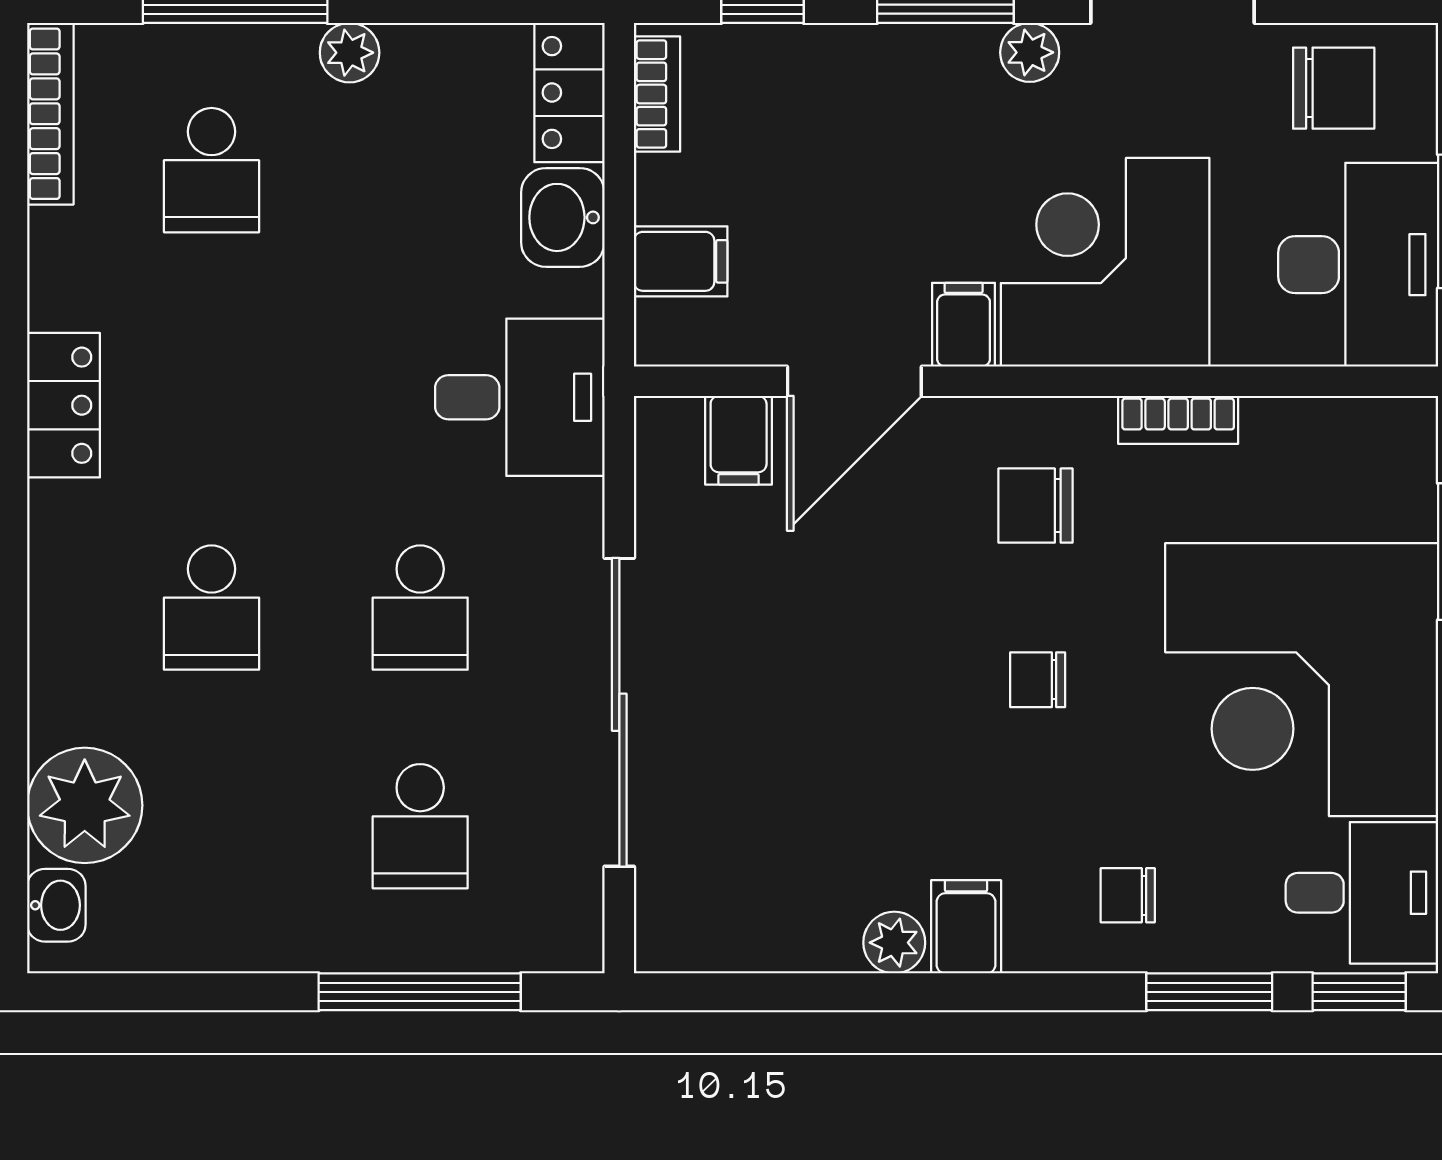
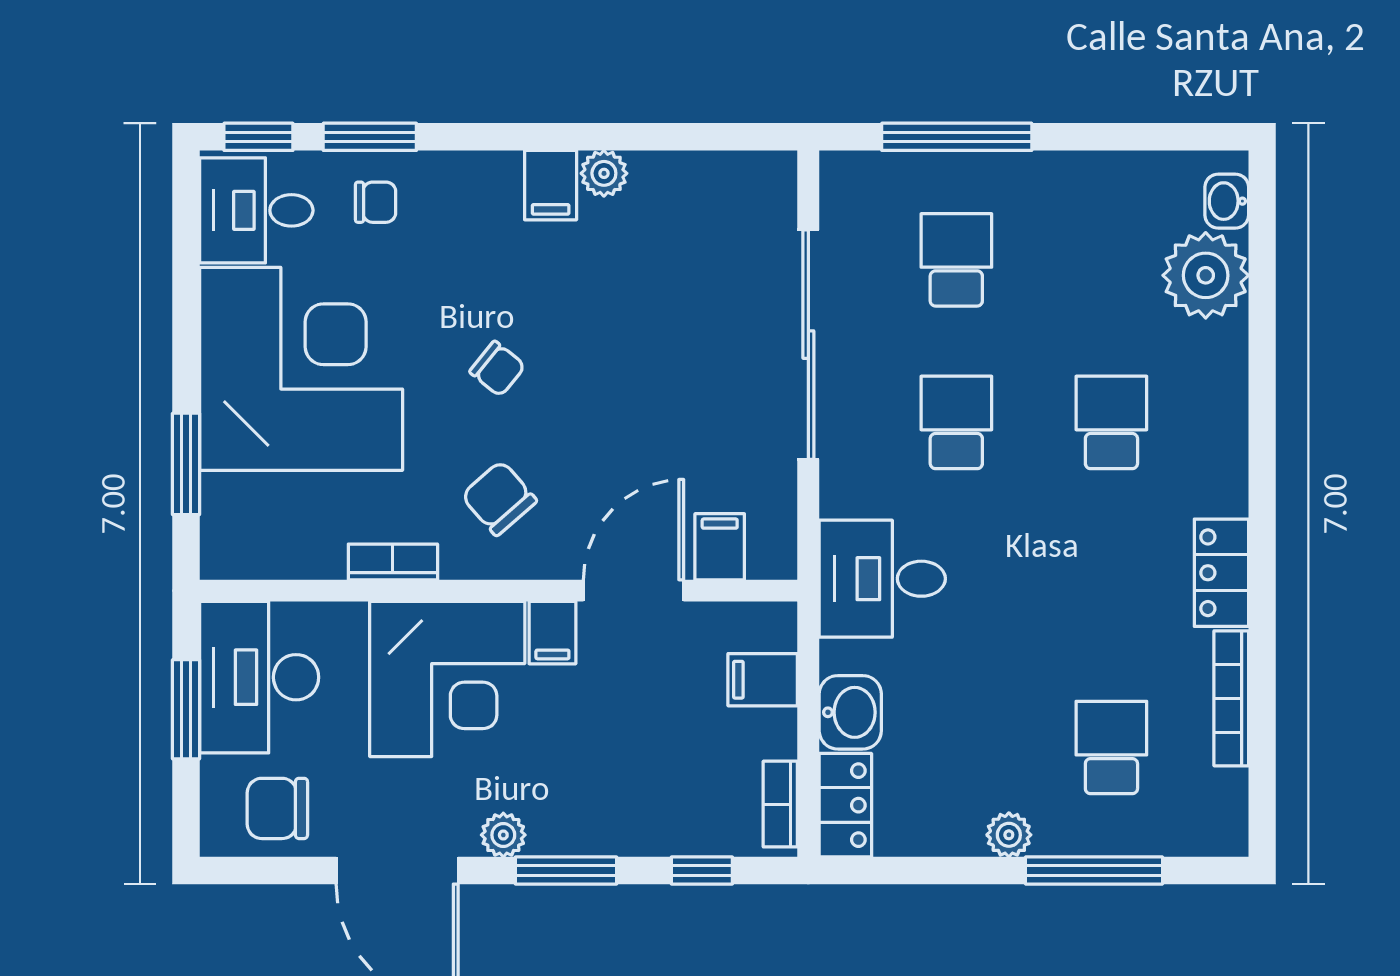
bookcase: (50, 114) -> (1231, 698), moved
chair: (1035, 506) -> (499, 498), turned -131
chair: (1038, 680) -> (497, 369), turned 39
chair: (1128, 895) -> (376, 202), moved

